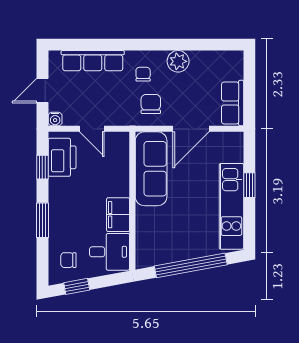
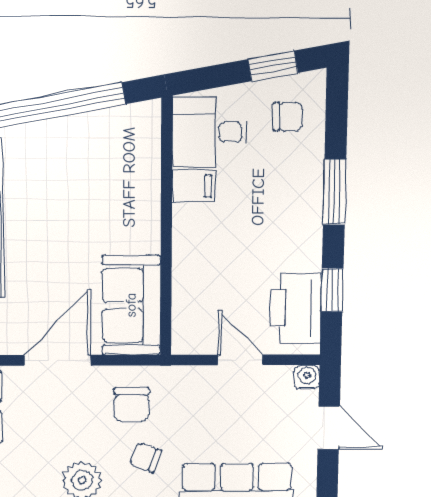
chair: (143, 74) -> (146, 457), turned 110
door: (42, 91) -> (329, 428), hinge flipped
sofa: (151, 169) -> (131, 305), width x0.73
filing cabinet: (118, 215) -> (193, 186), width x0.50

